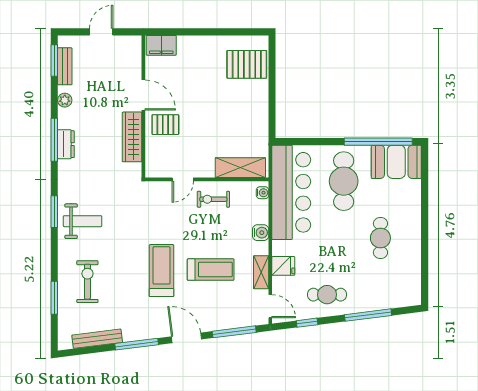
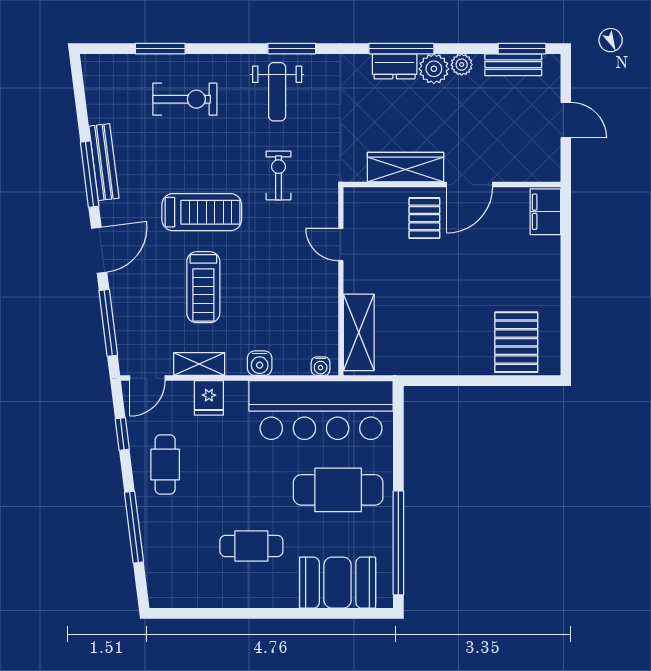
plant: (67, 118) -> (434, 69), added
booth: (396, 162) -> (338, 583), moved, turned 90
exercise bike: (213, 199) -> (278, 175), moved
bench: (97, 339) -> (104, 162), moved

